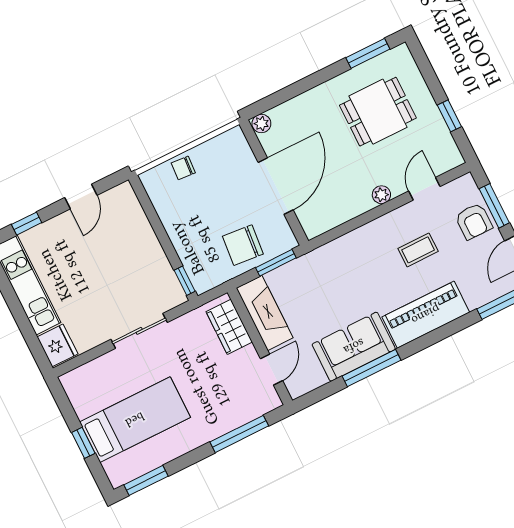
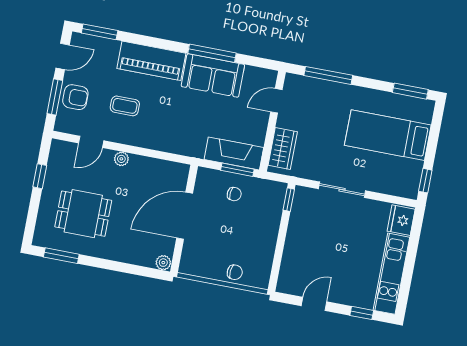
armchair: (474, 221) -> (75, 97), turned 90
chair: (243, 245) -> (234, 194), width x0.54, depth x0.54
window: (276, 263) -> (237, 170), moved
fireplace: (265, 313) -> (234, 153), moved, turned 90
window: (83, 443) -> (425, 181), moved

